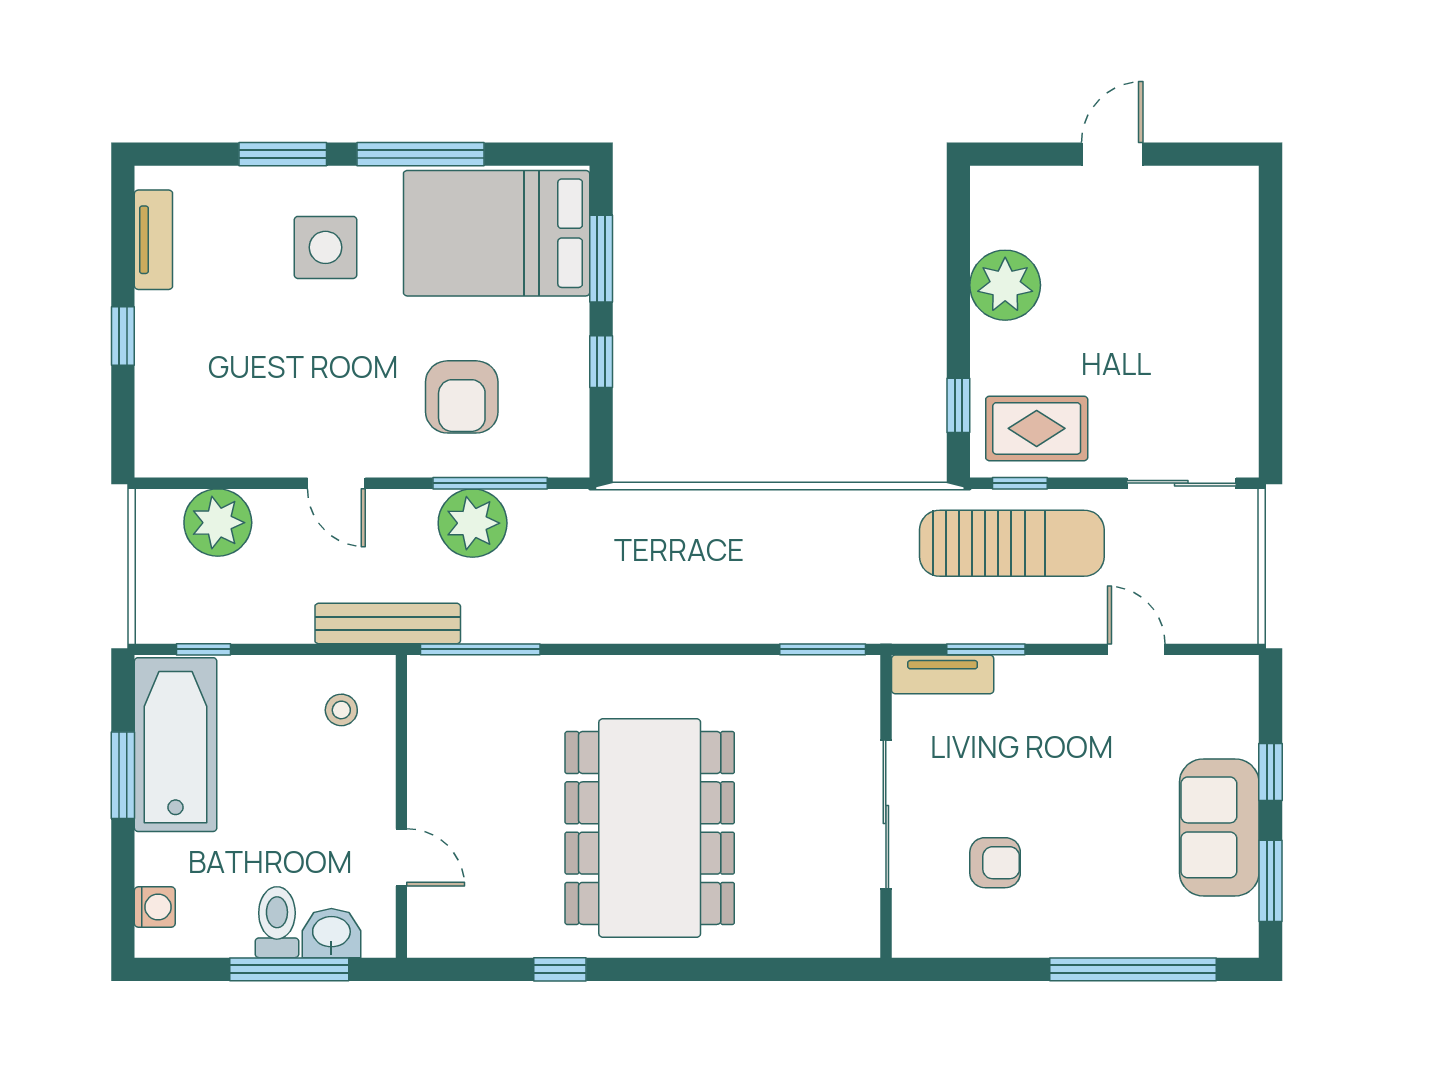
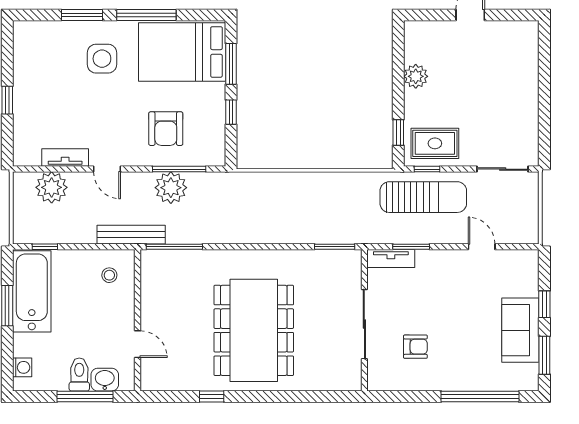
tv unit: (153, 240) -> (65, 158), moved, turned -90
plant: (1005, 285) -> (416, 76), width x0.73, depth x0.73

